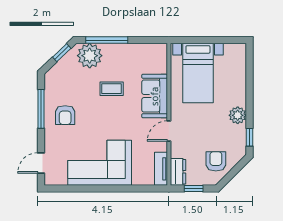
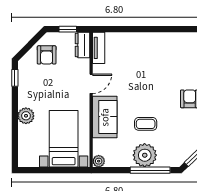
plant: (161, 49) -> (99, 161), added
plant: (90, 56) -> (145, 155), moved
plant: (238, 115) -> (26, 116), moved
corner sofa: (100, 163) -> (157, 54), removed

